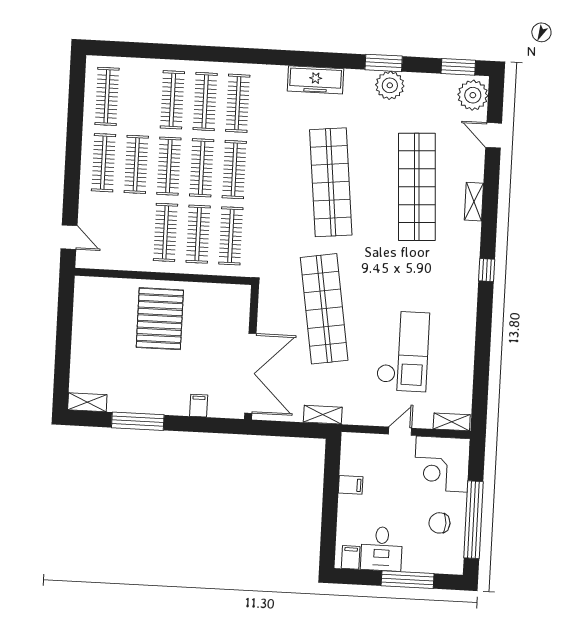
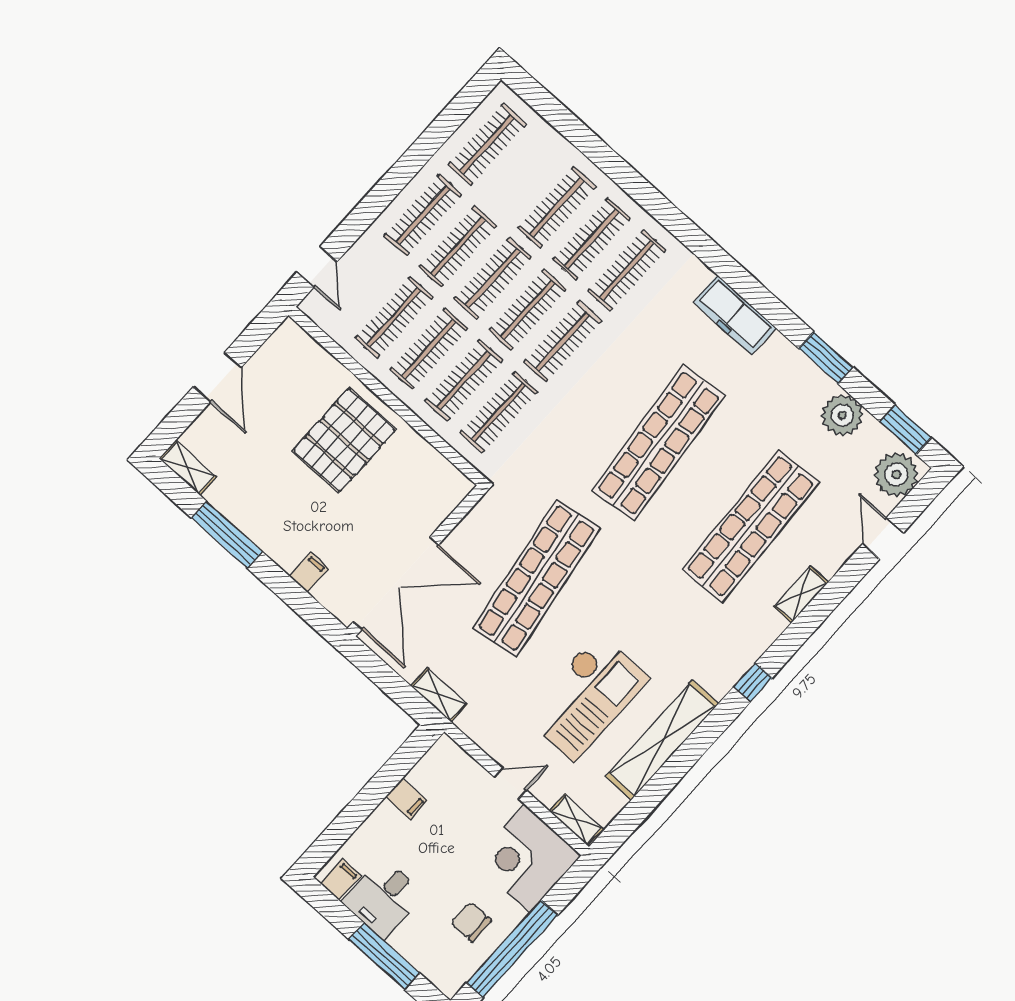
plant: (390, 85) -> (842, 415), moved
clothes rail: (133, 231) -> (394, 317), added
door: (64, 340) -> (218, 377), added
shelving: (463, 341) -> (662, 740), added

